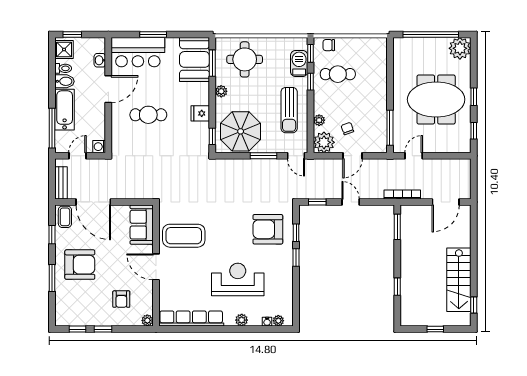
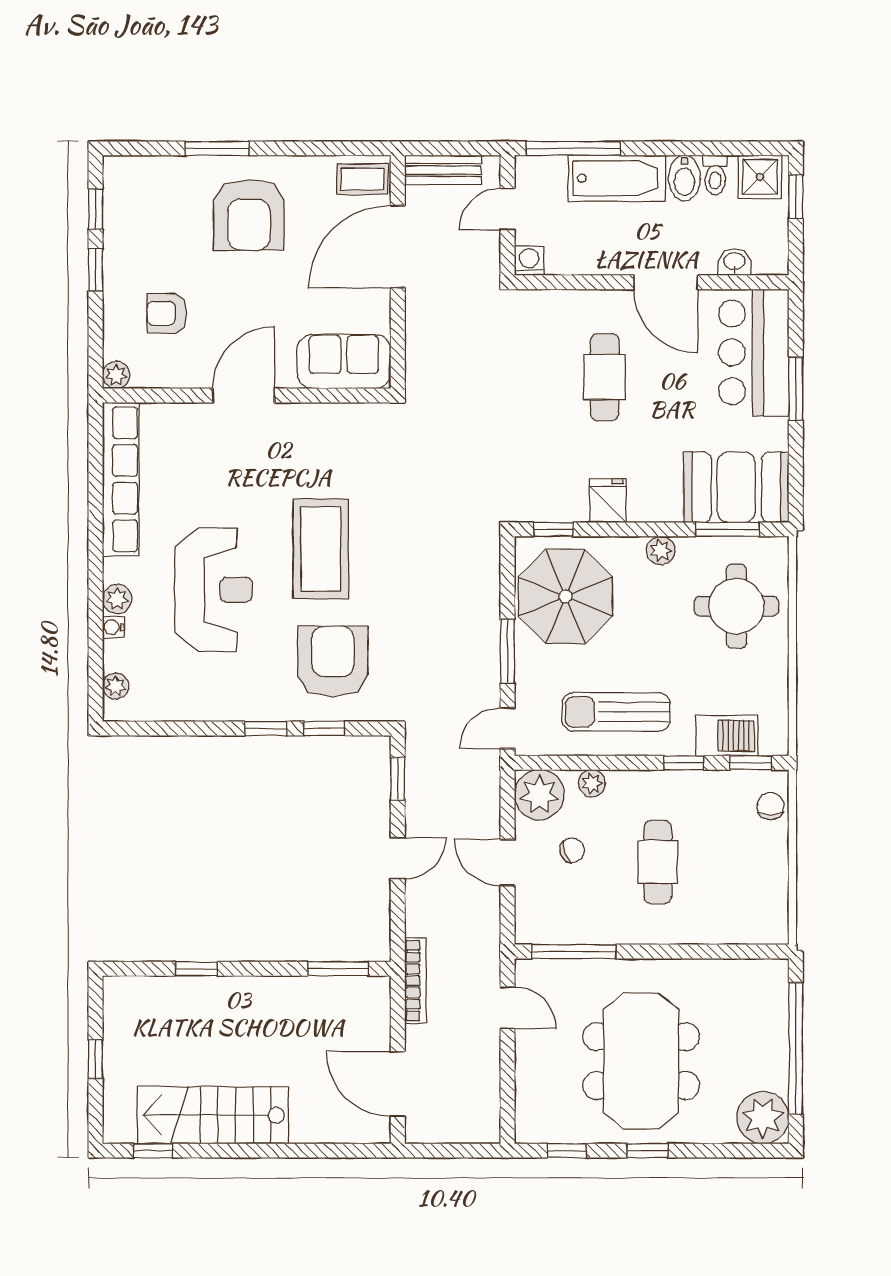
cafe table: (338, 74) -> (658, 862), moved
door: (77, 156) -> (507, 209), swing flipped
window: (52, 235) -> (320, 148), removed
coffee table: (184, 236) -> (321, 549), moved
water cooler: (267, 322) -> (113, 627), moved

